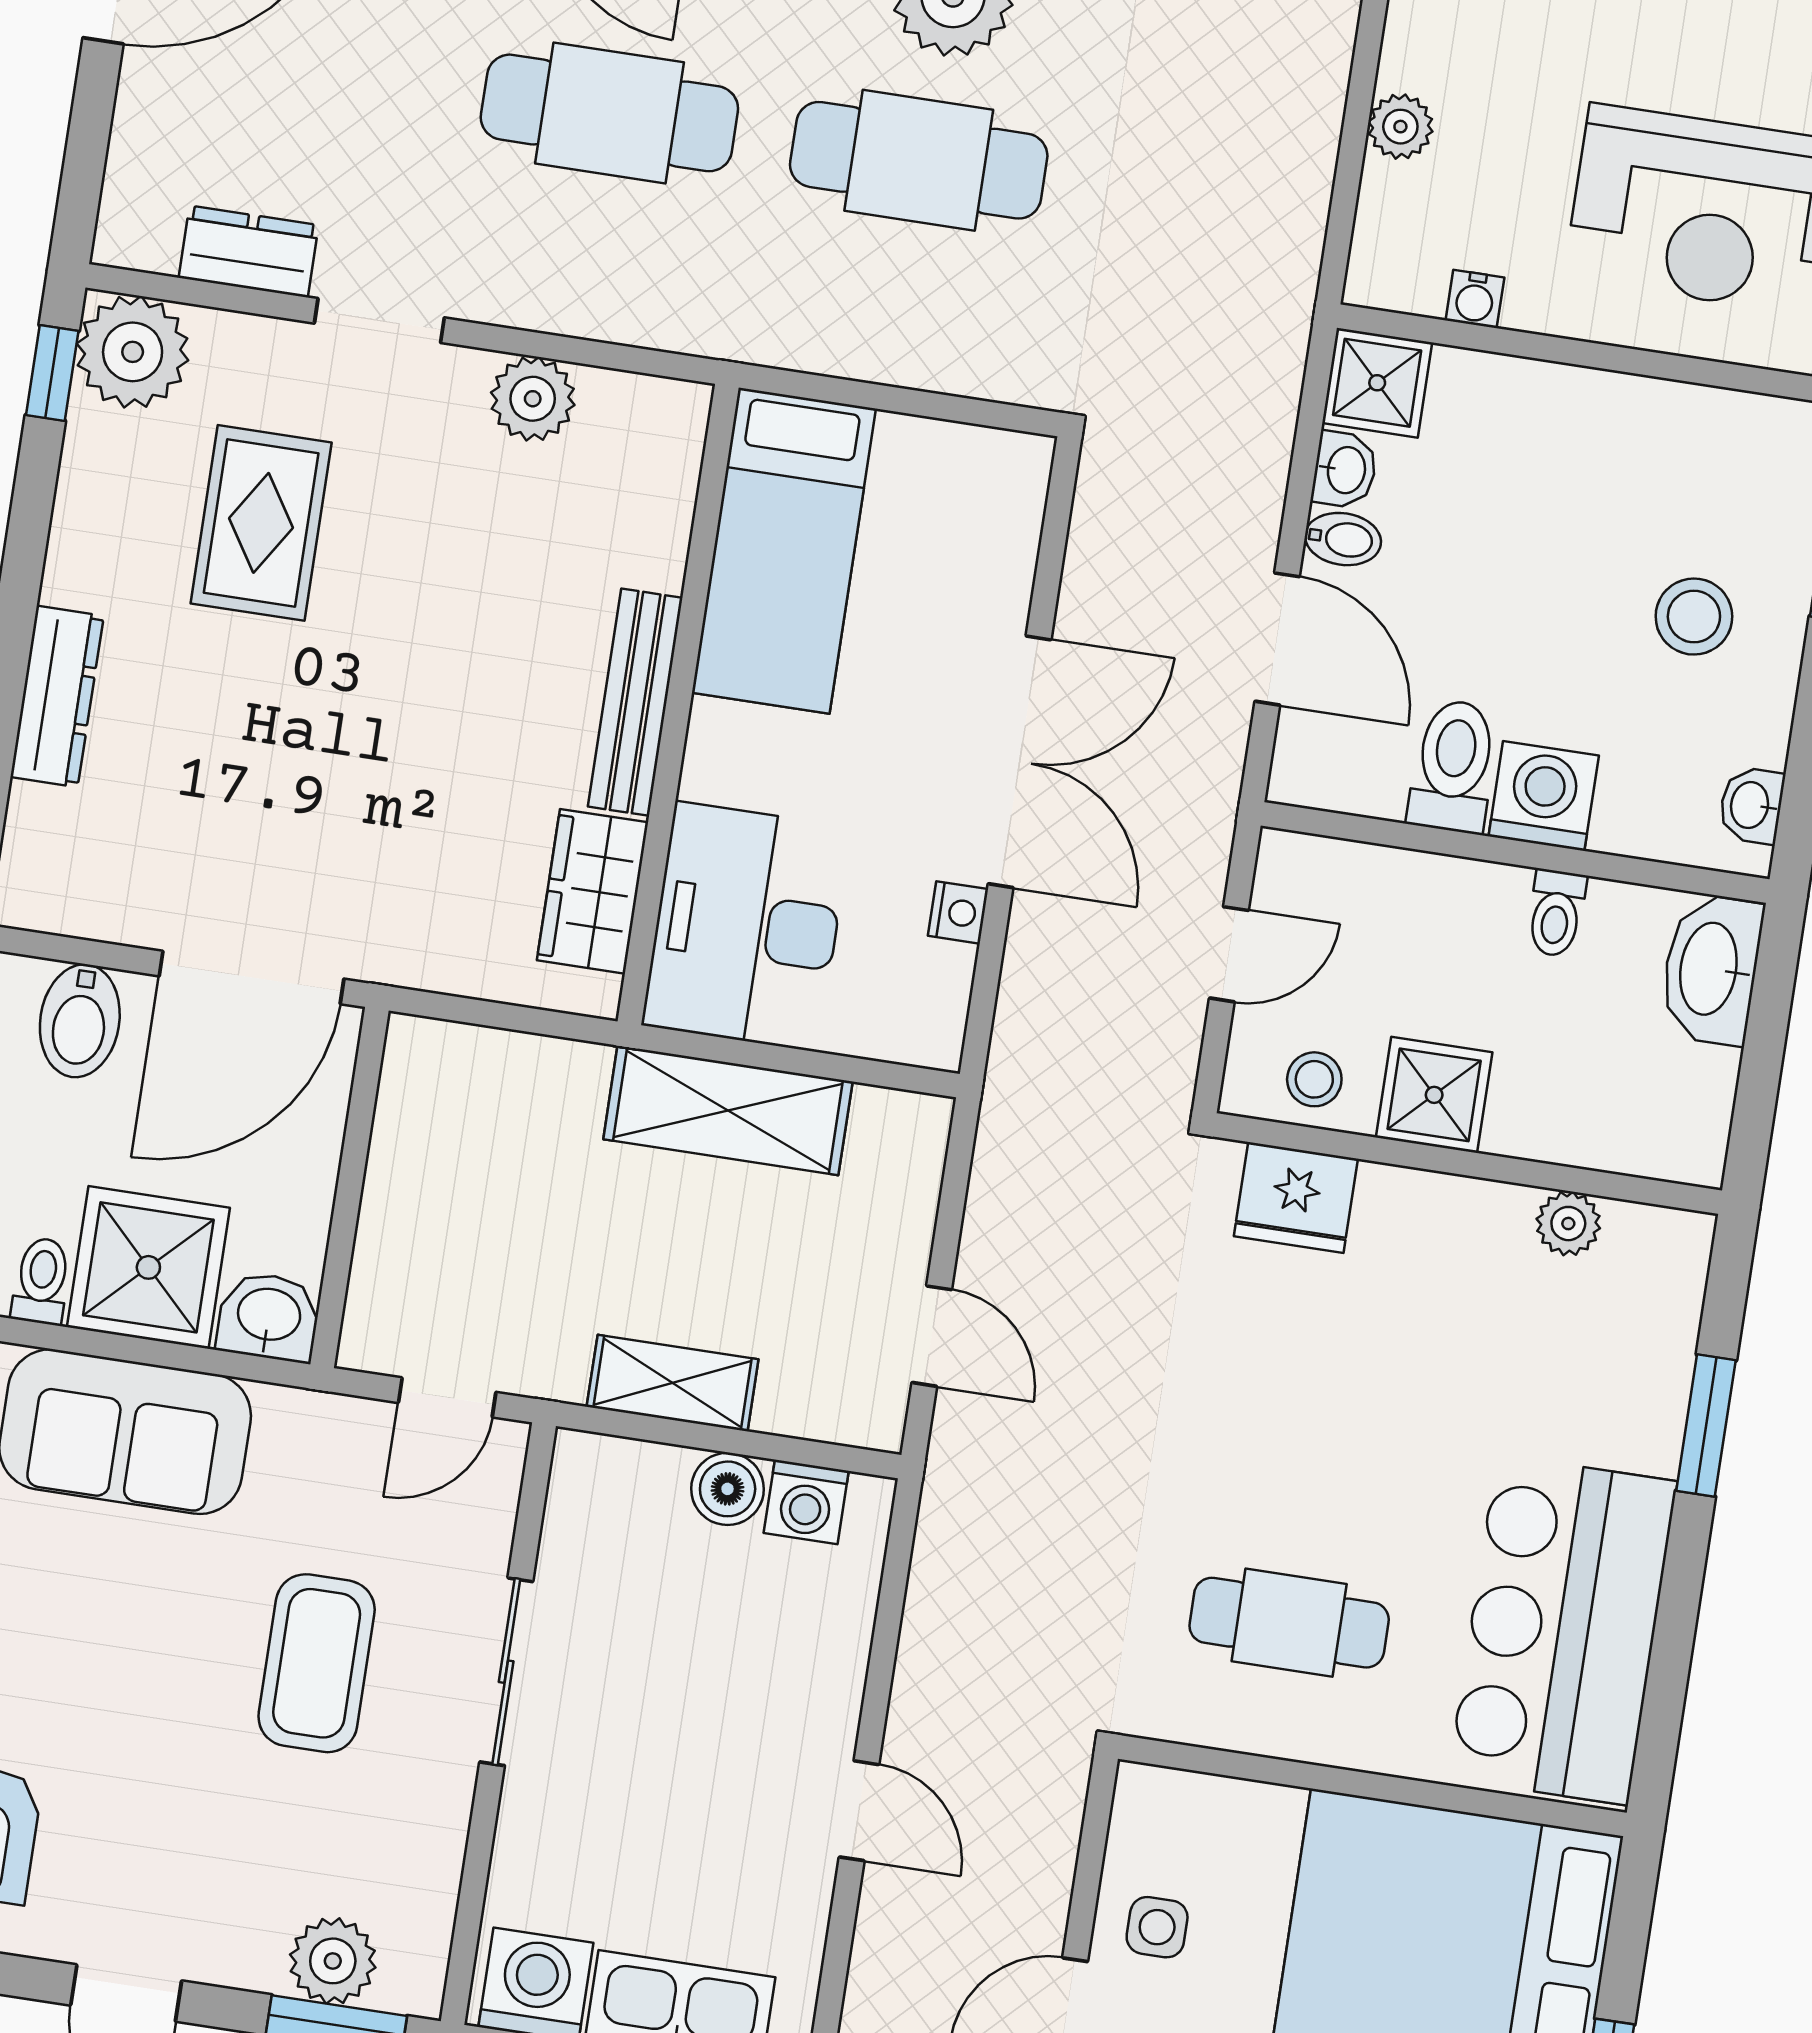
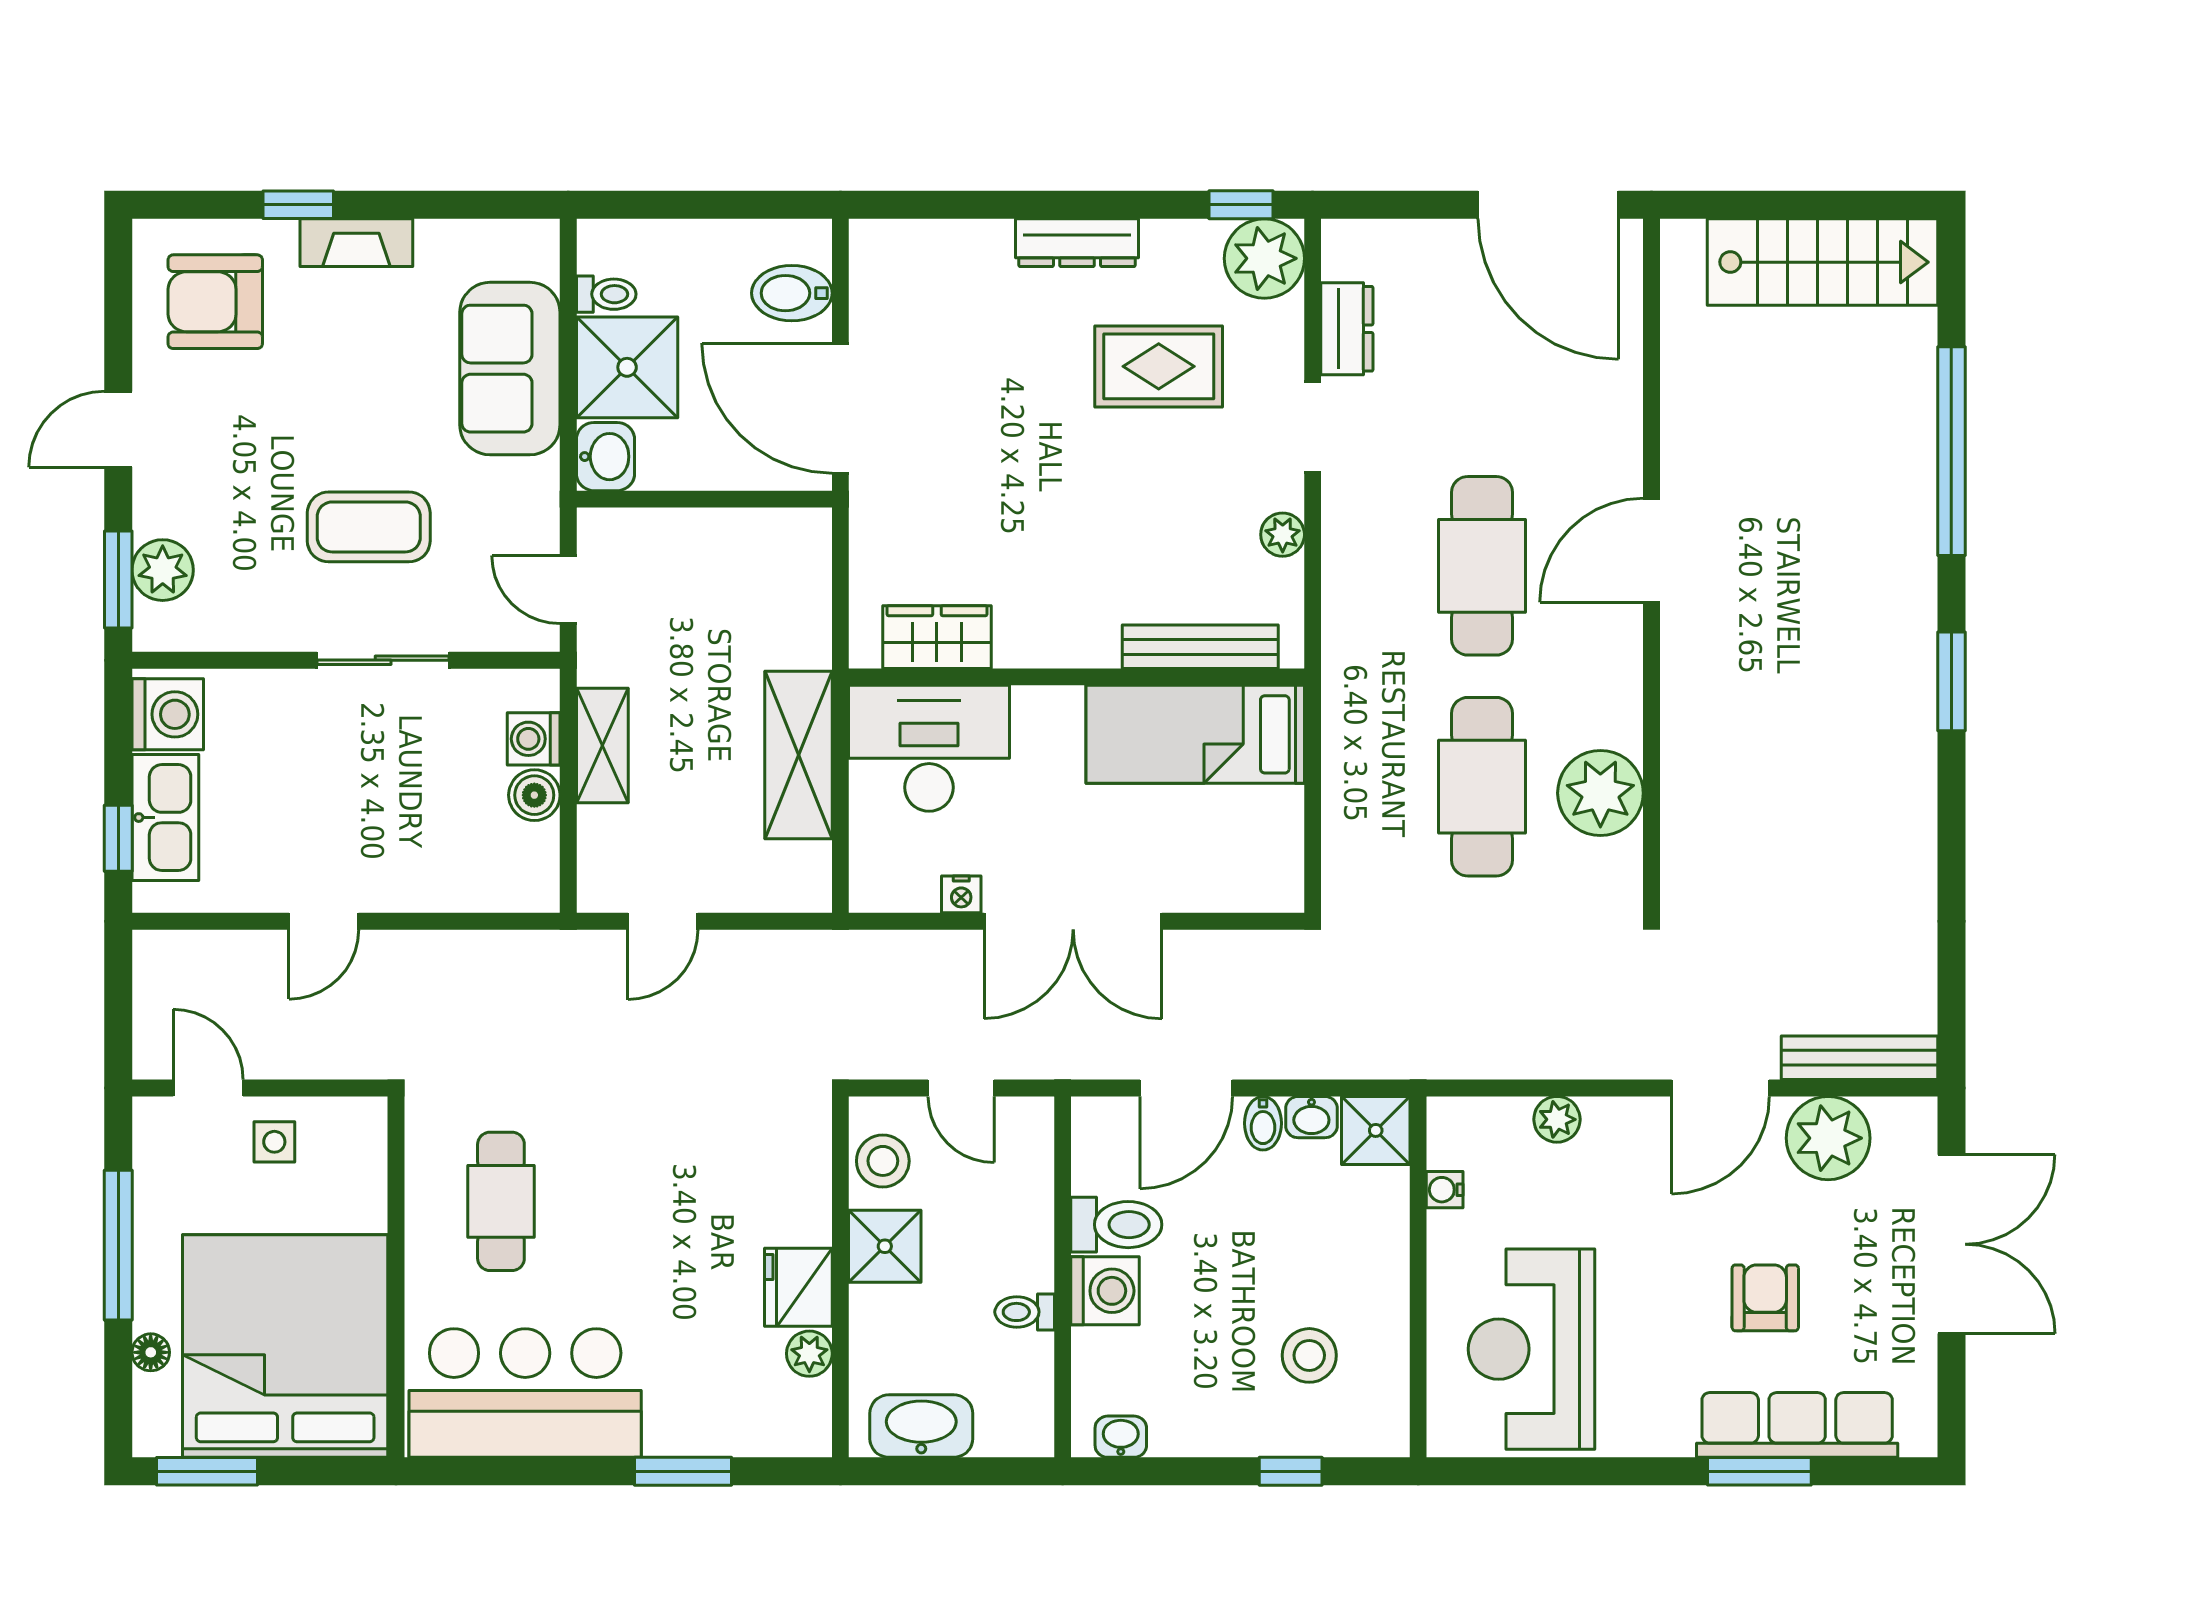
plant: (533, 399) -> (1283, 535), width x0.73, depth x0.73
stool: (1694, 617) -> (1309, 1355), moved
dresser: (57, 696) -> (1077, 243), moved
bench: (635, 702) -> (1200, 647), moved
washbasin: (1711, 969) -> (921, 1426), moved
stool: (1314, 1079) -> (883, 1161), width x1.37, depth x1.37
fridge: (1296, 1198) -> (798, 1287), moved
washing machine: (806, 1502) -> (534, 739), moved

